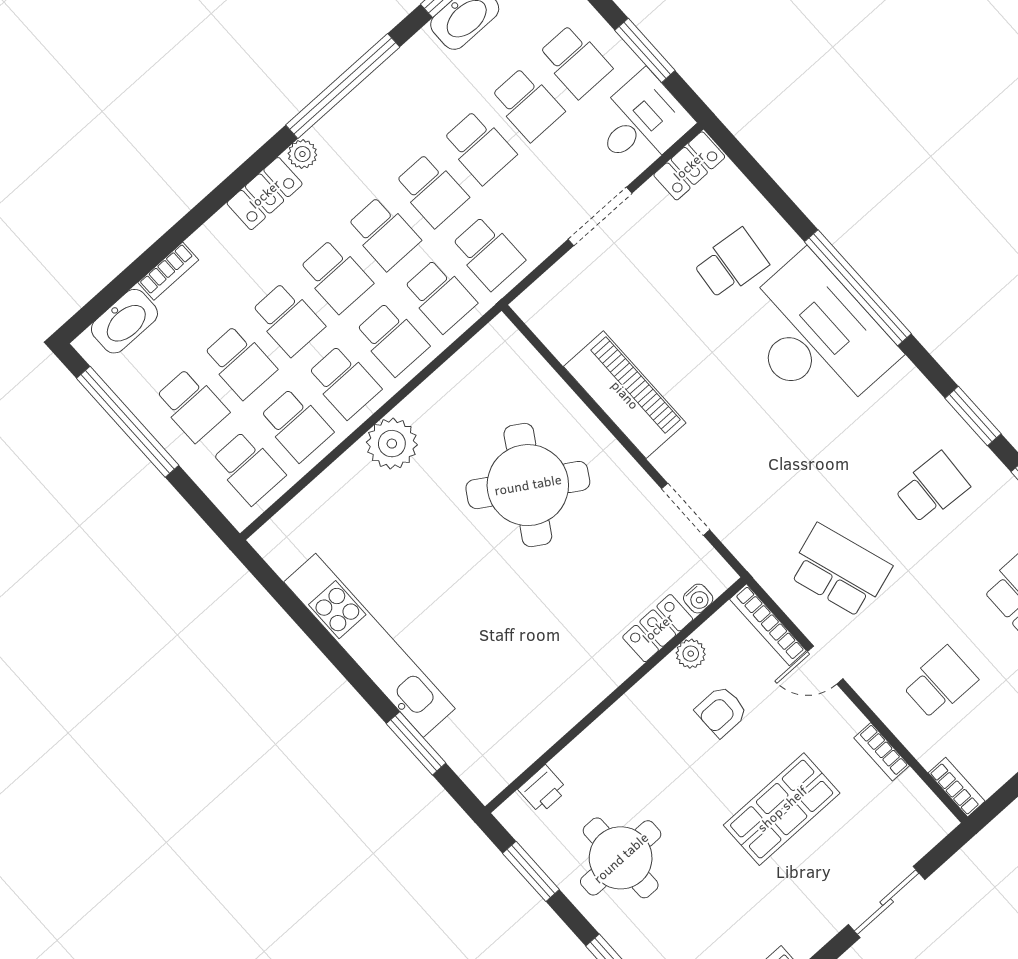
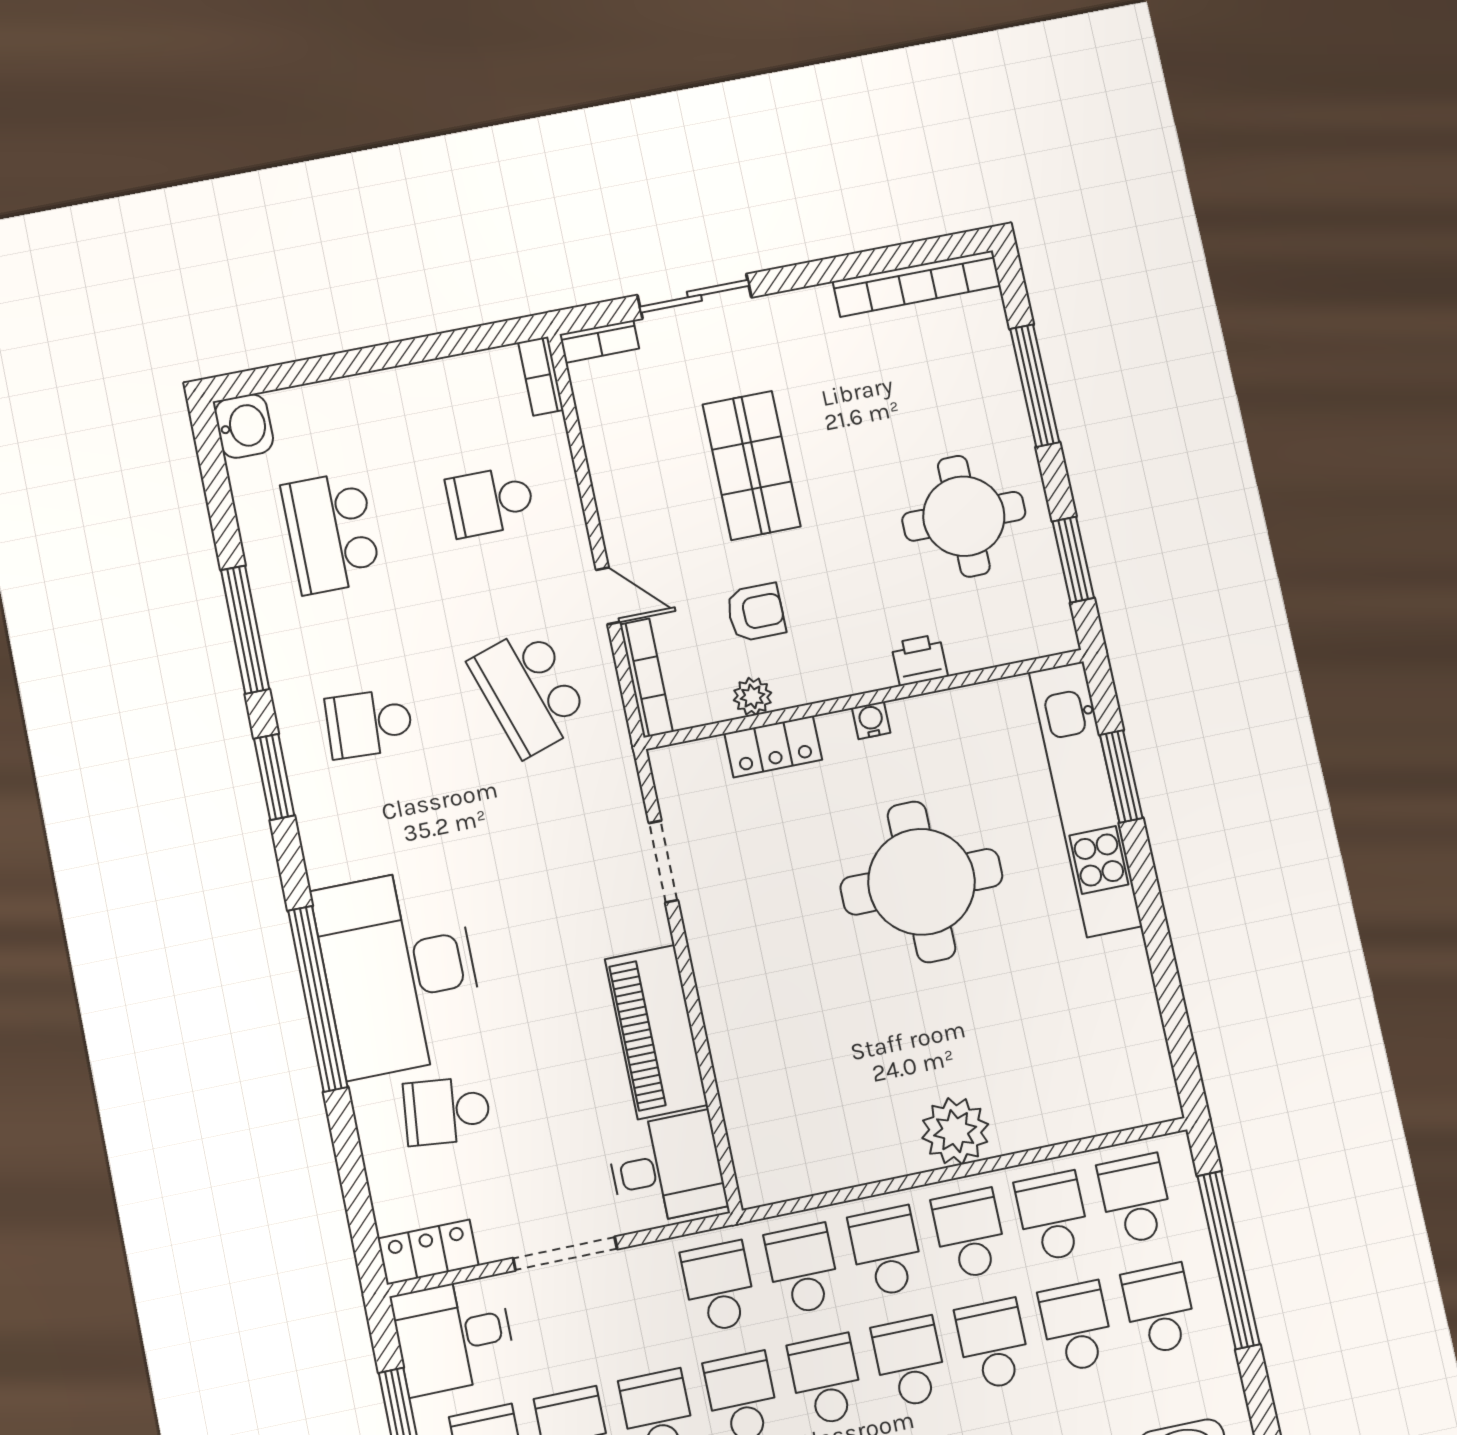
desk: (566, 310) -> (666, 1168), added
window: (128, 422) -> (1228, 1260), moved
round table: (528, 485) -> (921, 882), moved, turned -32
water cooler: (698, 599) -> (871, 720), moved
kitchen unit: (369, 645) -> (1085, 799), moved
bookcase: (882, 752) -> (599, 341), moved, turned 90
printer: (543, 789) -> (919, 660), moved
shop shelf: (782, 809) -> (752, 465), turned 90

